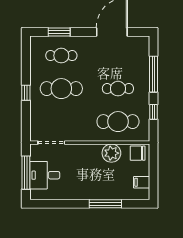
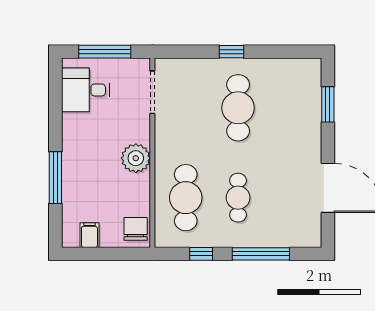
cafe table: (61, 56) -> (290, 108), removed
plant: (111, 153) -> (136, 158), moved
desk: (45, 175) -> (85, 90), moved, turned -90

